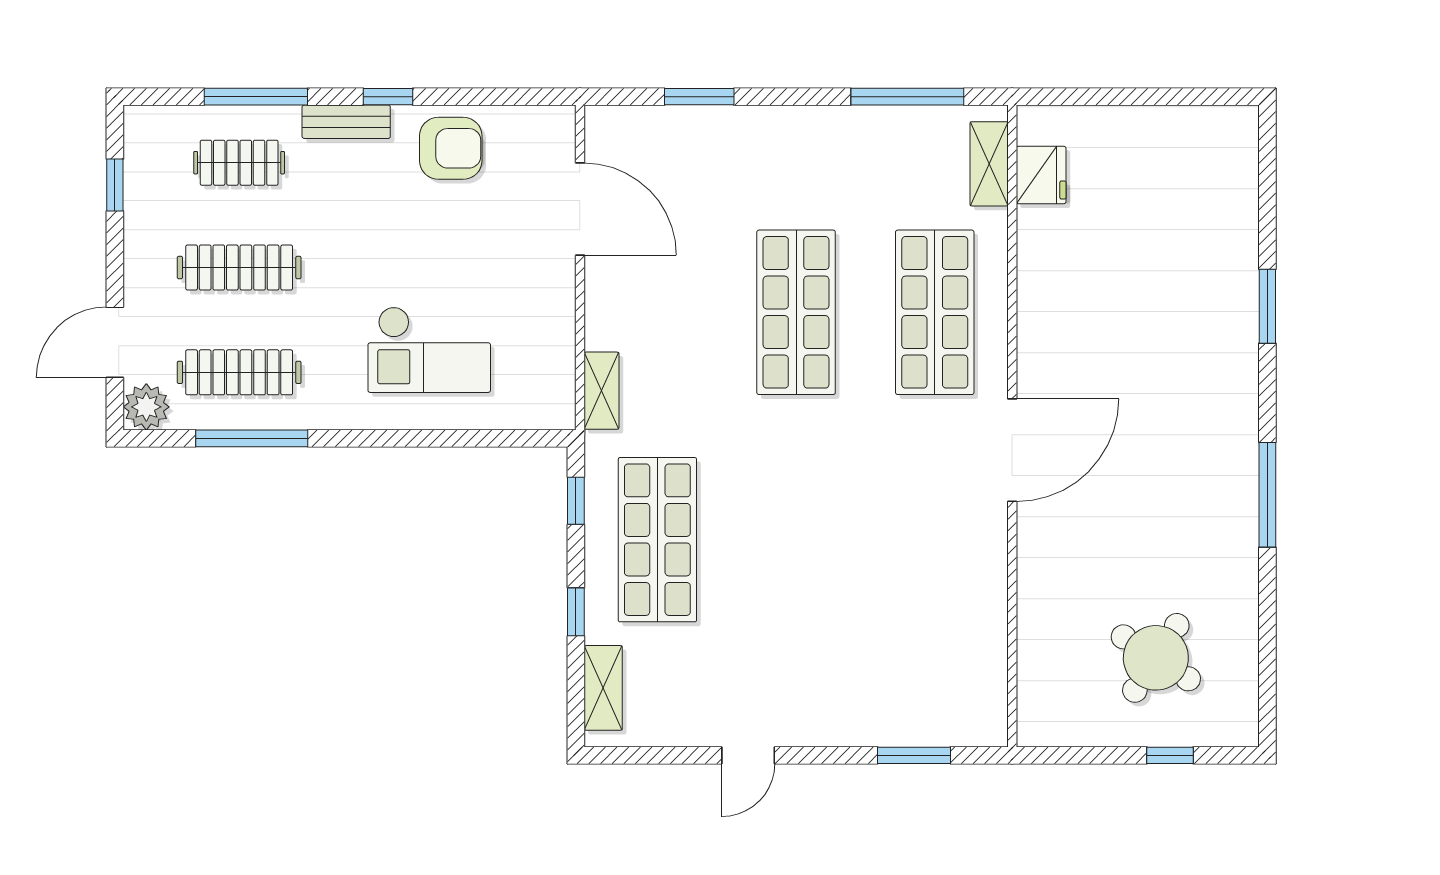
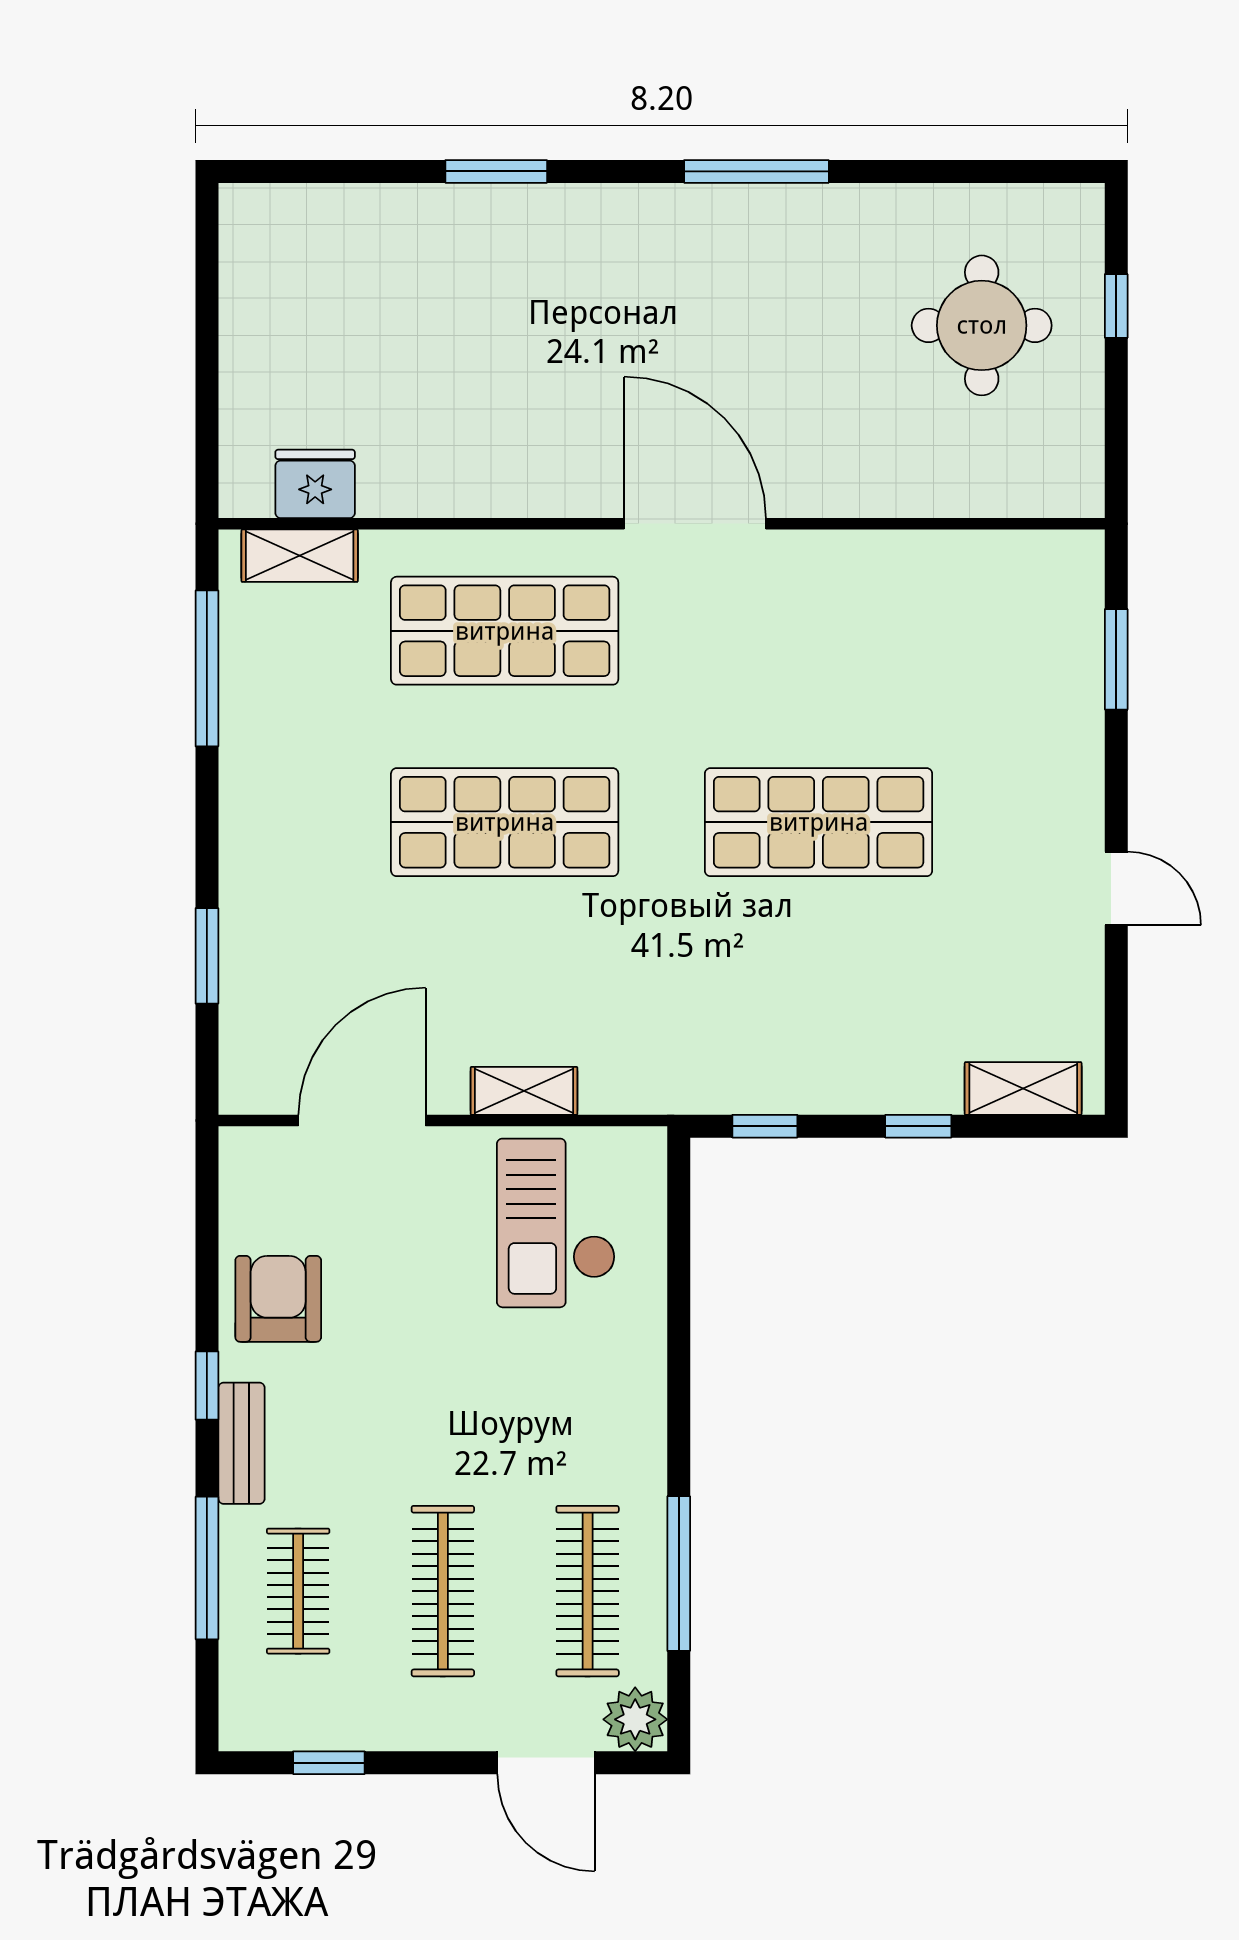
checkout: (429, 350) -> (556, 1223), moved, turned 180
shelving: (601, 391) -> (524, 1091), moved
shop shelf: (657, 540) -> (819, 822), moved
round table: (1156, 658) -> (982, 325), turned -33

